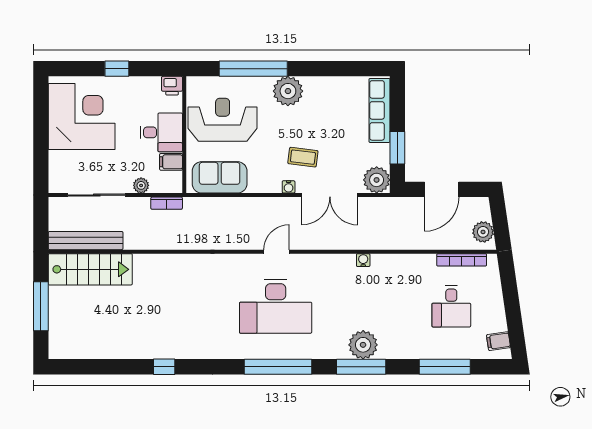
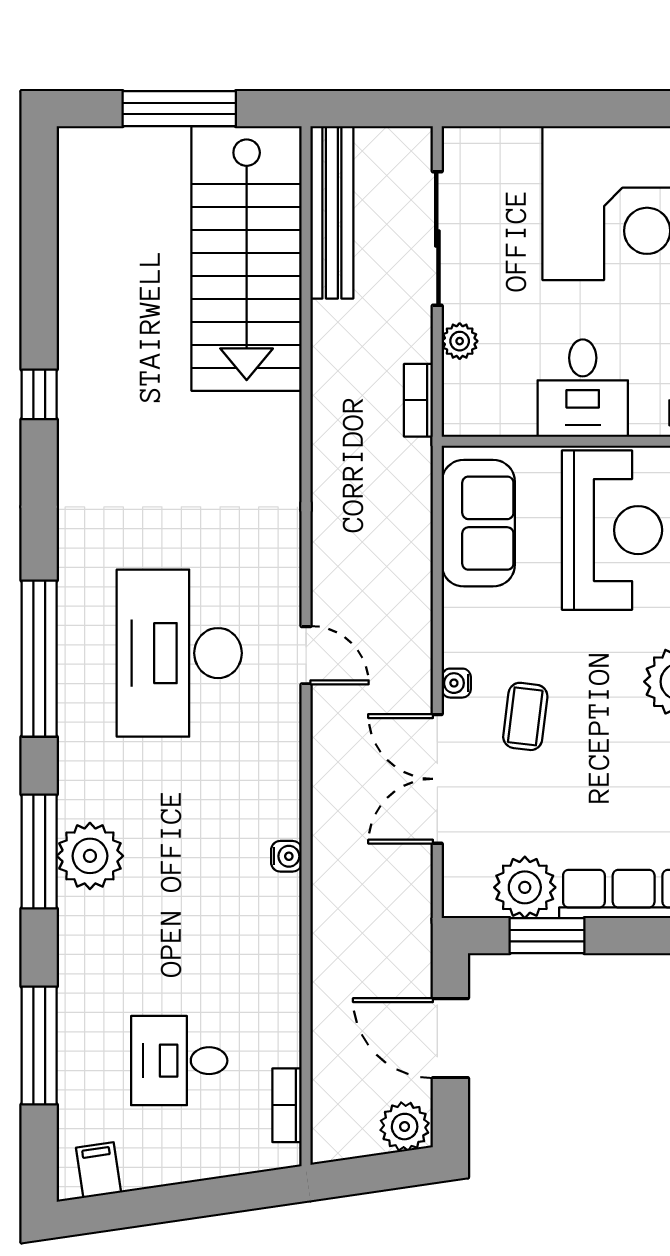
filing cabinet: (171, 162) -> (514, 411), removed
plant: (377, 180) -> (525, 887), moved
plant: (483, 232) -> (405, 1127), moved
bookcase: (462, 260) -> (287, 1105), width x0.64
stairs: (90, 269) -> (247, 258), width x1.36, depth x1.51

